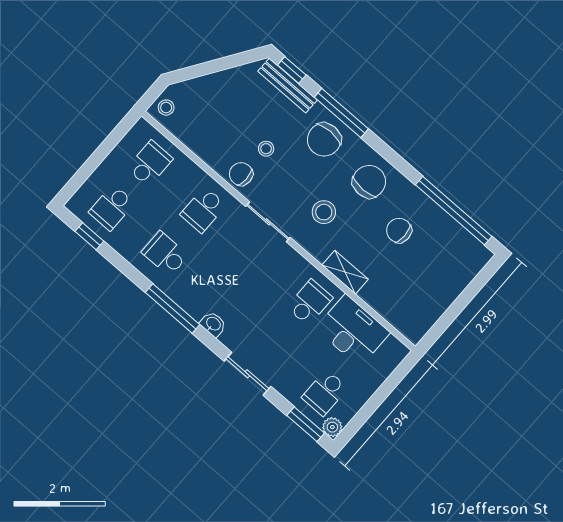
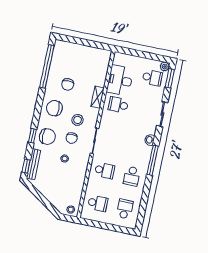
window: (341, 113) -> (32, 136), width x0.46
school desk: (150, 164) -> (98, 203), turned 180
chair: (241, 174) -> (72, 138), moved
school desk: (112, 207) -> (125, 209), turned -90
window: (89, 236) -> (142, 212), removed

